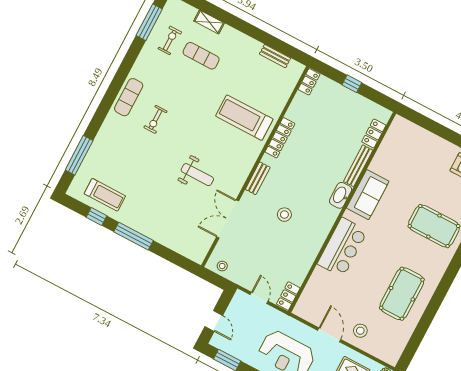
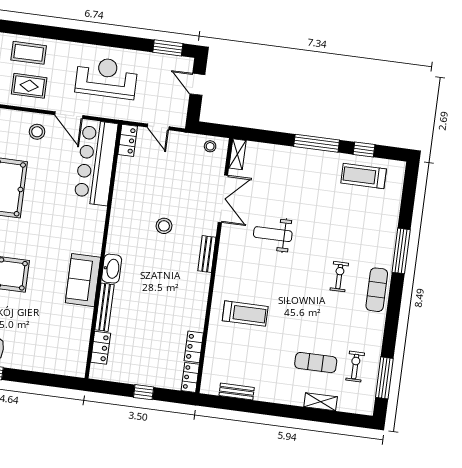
exercise bike: (170, 40) -> (355, 367), turned 180
treadmill: (244, 118) -> (245, 314), width x0.73, depth x0.73
locker: (280, 138) -> (194, 347), moved, width x0.66
window: (79, 155) -> (401, 251), moved
bar counter: (342, 247) -> (96, 163), moved, width x1.36
shelving: (202, 251) -> (238, 154), added

